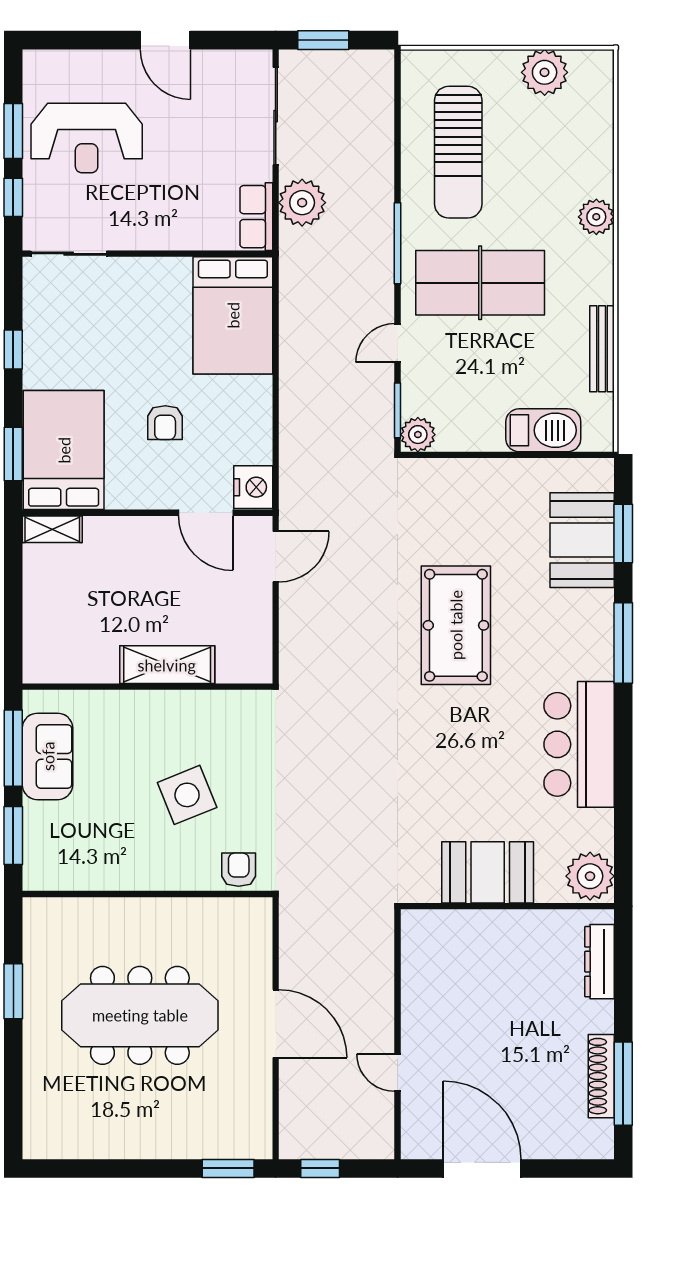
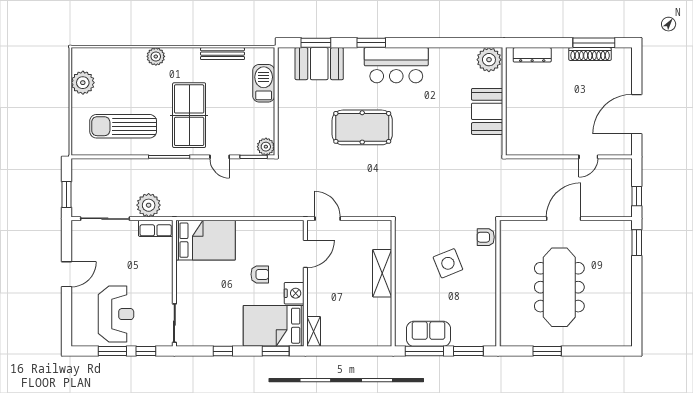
sun lounger: (458, 152) -> (123, 126), turned 180
nightstand: (253, 487) -> (294, 293), moved, turned 90
window: (623, 643) -> (371, 43), width x0.69
bar counter: (579, 744) -> (396, 65), moved

